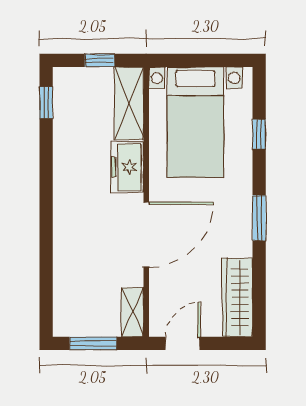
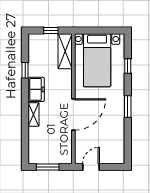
window: (46, 103) -> (25, 70), moved
freezer: (127, 167) -> (36, 89), moved, turned 180
wardrobe: (237, 298) -> (117, 145), removed
shelving: (132, 312) -> (34, 115), moved

